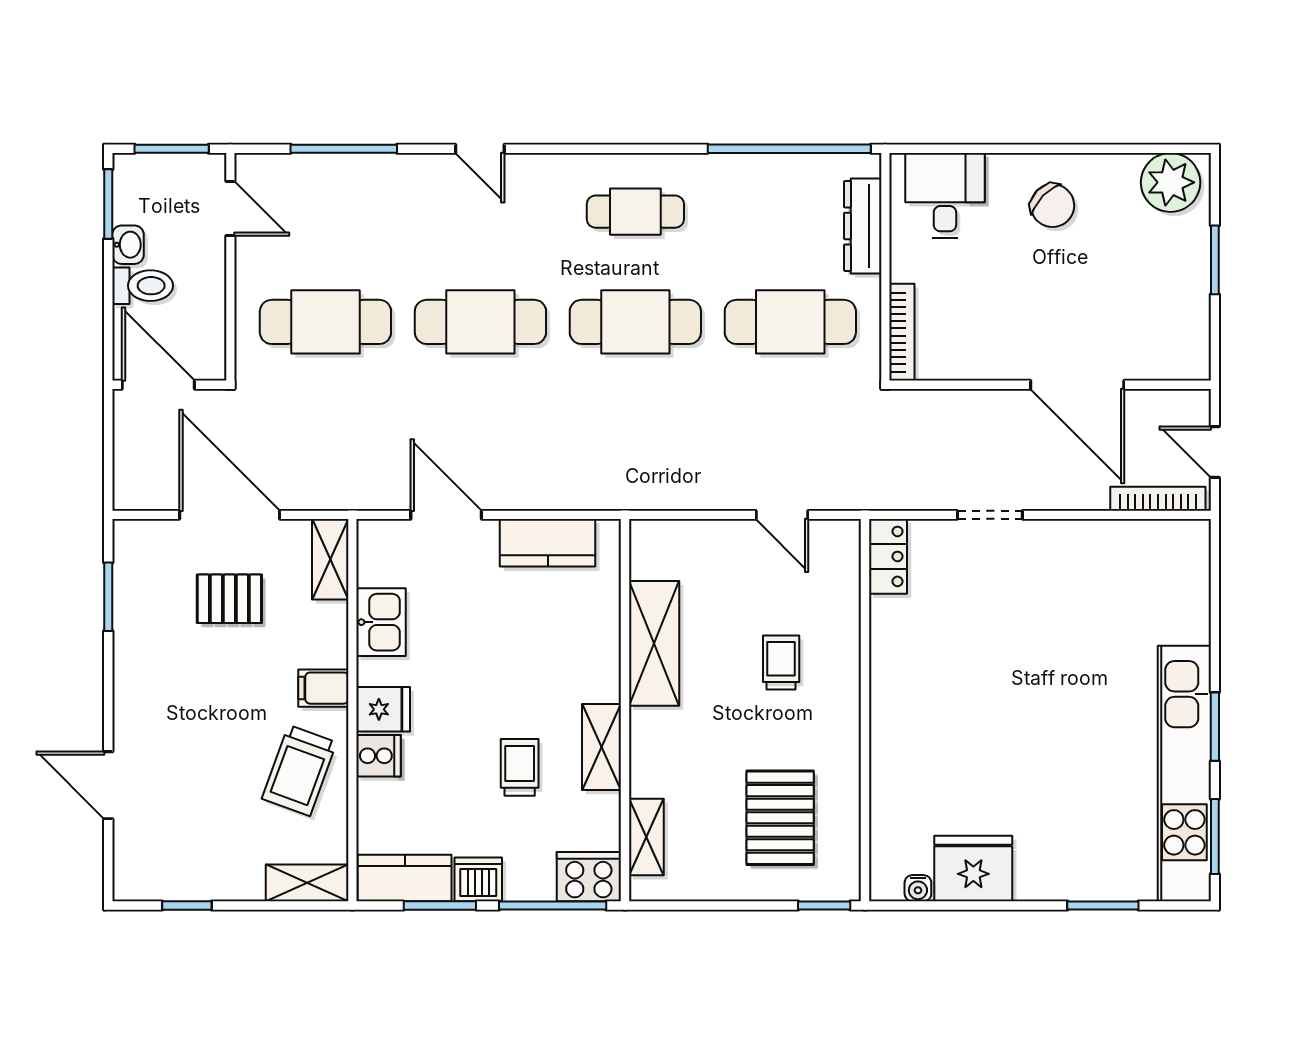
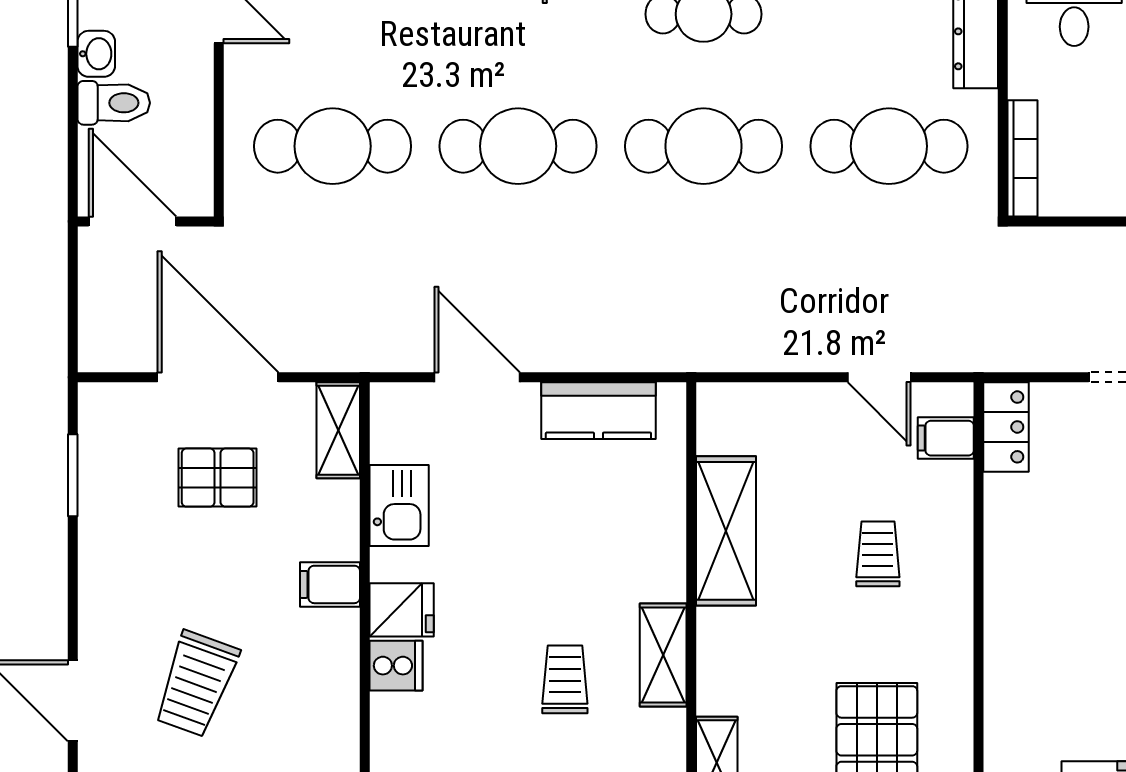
filing cabinet: (838, 566) -> (946, 438), added
trolley: (299, 770) -> (196, 684), moved

